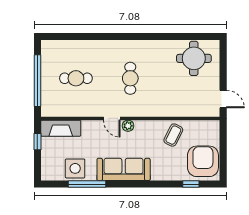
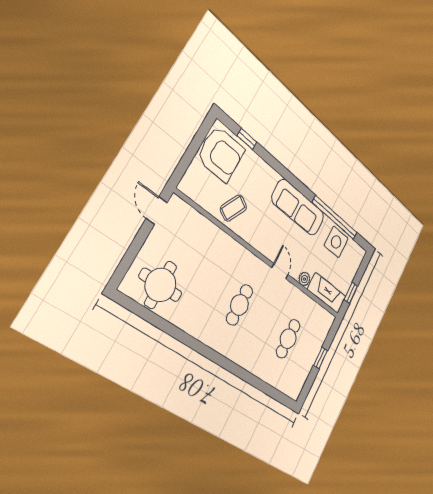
cafe table: (76, 78) -> (288, 339), turned 90
window: (37, 81) -> (321, 358), width x0.32
plant: (128, 126) -> (304, 279), moved
armchair: (203, 161) -> (221, 154), turned -90
window: (87, 184) -> (335, 218), width x1.46

